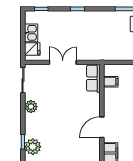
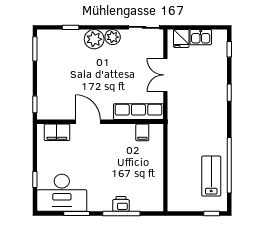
double door: (63, 62) -> (165, 75), swing flipped
row of seats: (93, 78) -> (138, 112), width x1.48
plant: (33, 147) -> (94, 39), moved

